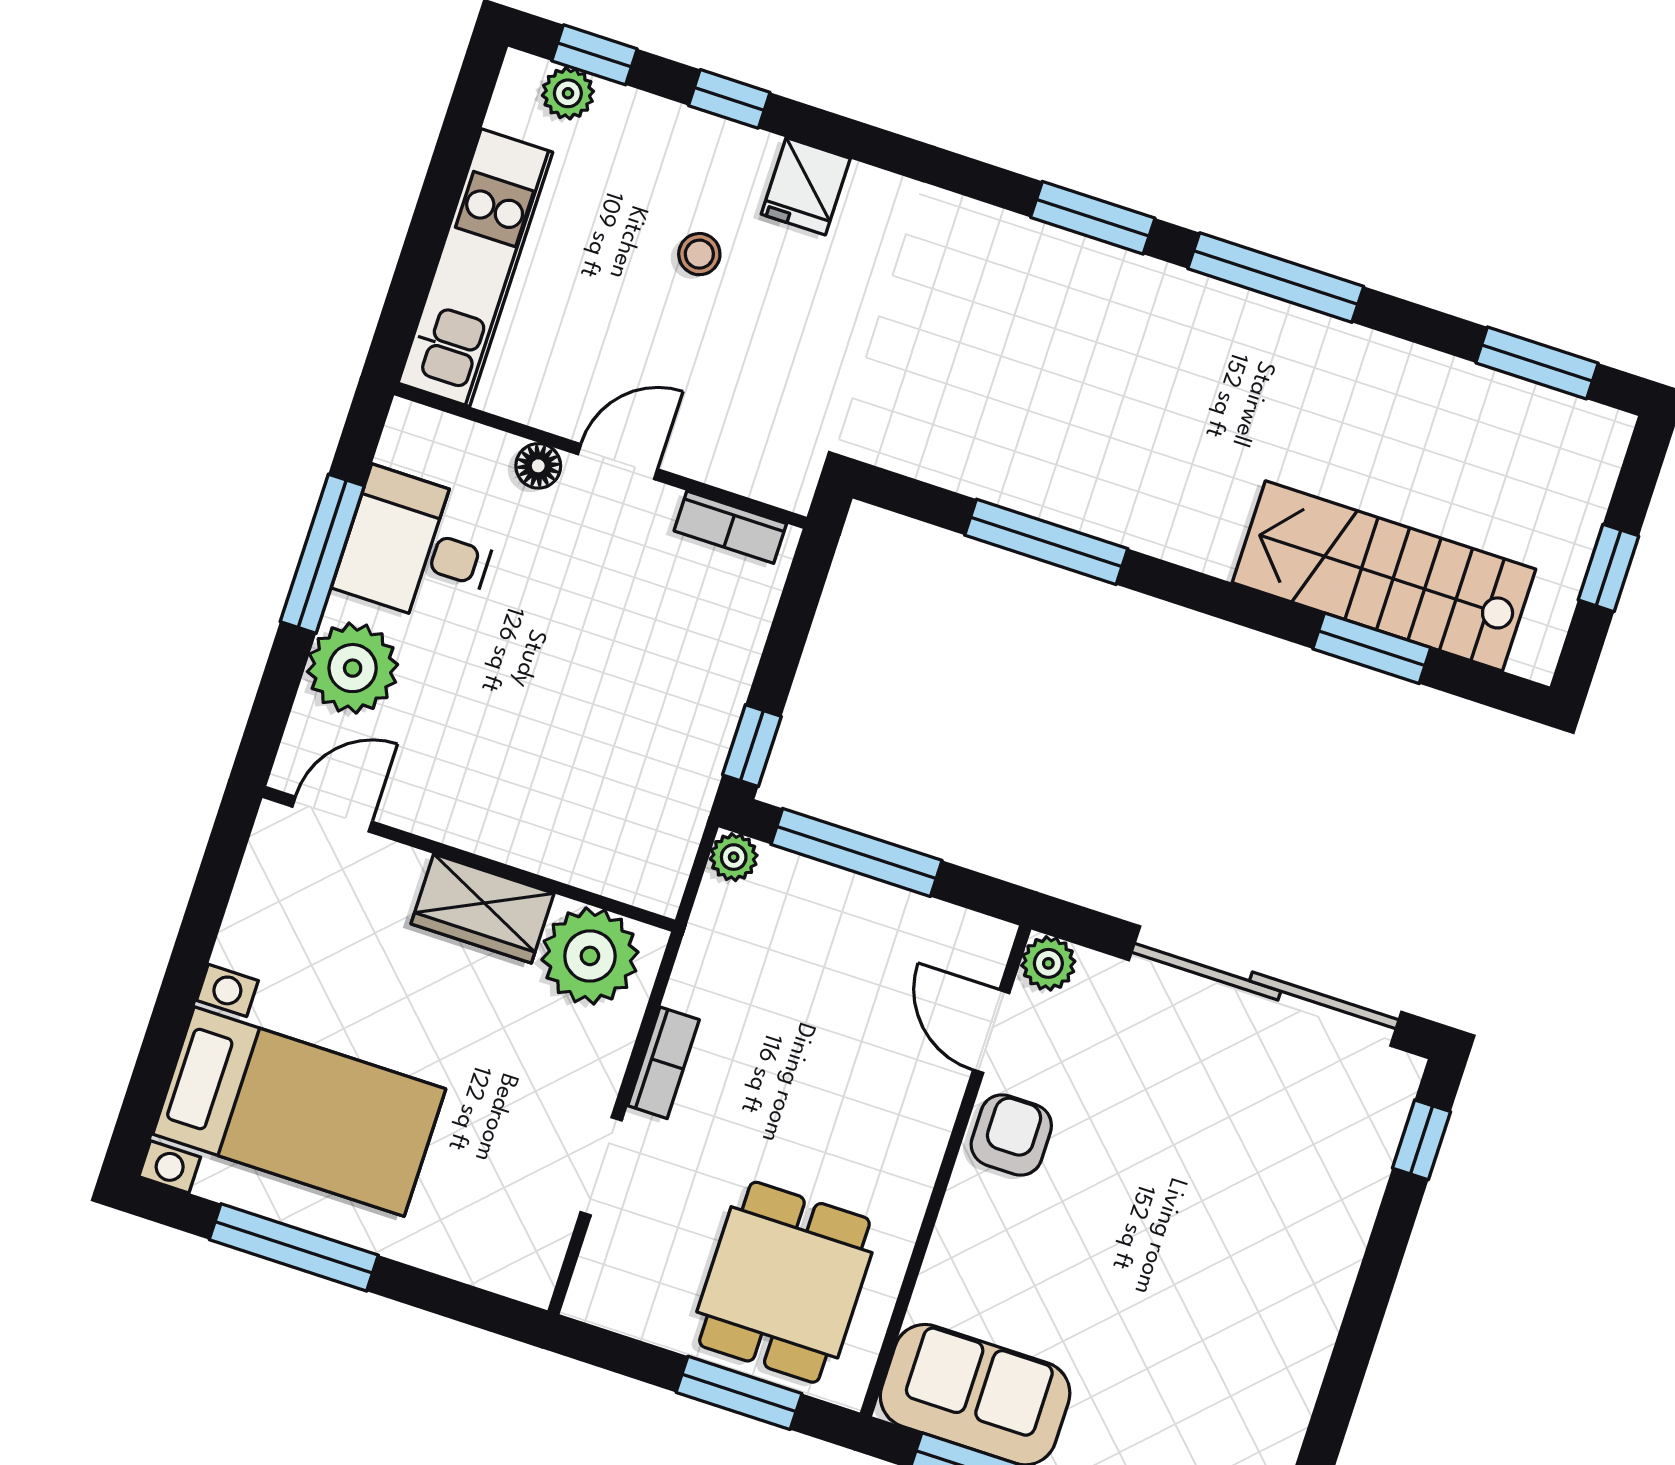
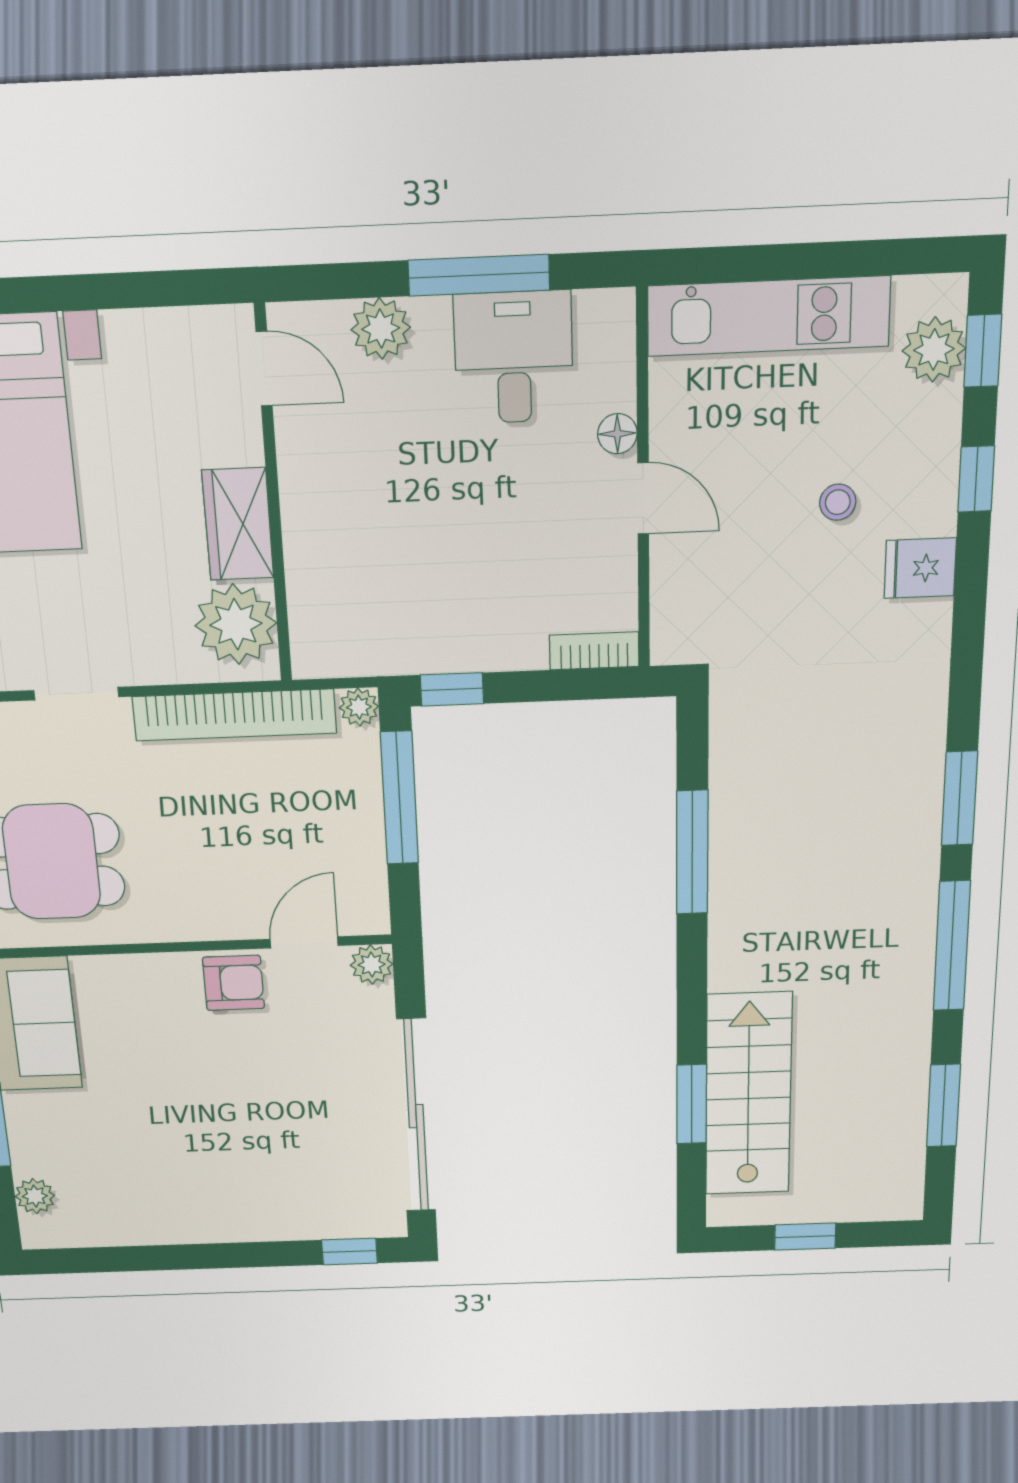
plant: (568, 93) -> (934, 349), width x1.38, depth x1.38
window: (1537, 363) -> (943, 1106), moved
bookcase: (730, 527) -> (594, 651), moved, turned 90
plant: (353, 668) -> (381, 329), width x0.73, depth x0.73
bookcase: (664, 1063) -> (235, 715), width x2.31, depth x1.31

